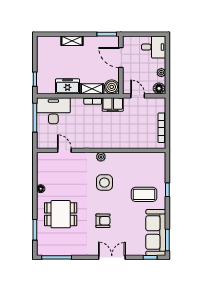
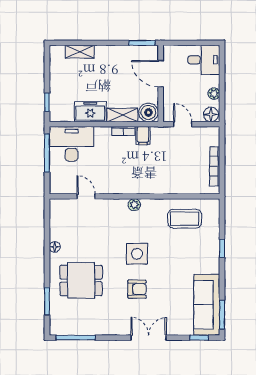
shelving: (72, 41) -> (80, 52), moved
filing cabinet: (113, 104) -> (143, 136), width x0.50
side table: (104, 183) -> (137, 254), moved
coffee table: (144, 194) -> (185, 219), moved

